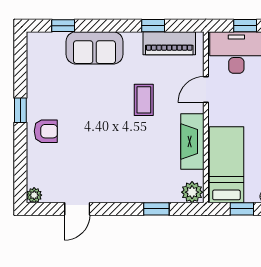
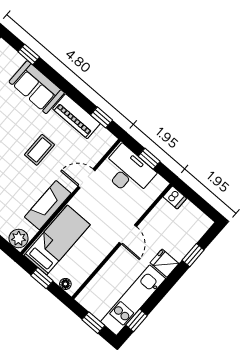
window: (153, 26) -> (101, 117), moved
piano: (169, 43) -> (76, 116), moved

